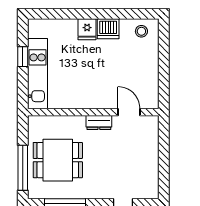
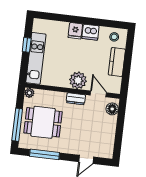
kitchen counter: (149, 65) -> (117, 62), added
plant: (99, 97) -> (78, 80), added
plant: (34, 122) -> (29, 93), added
floor lamp: (150, 130) -> (112, 109), added

